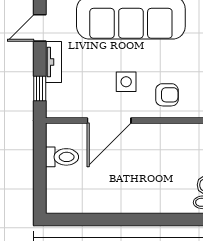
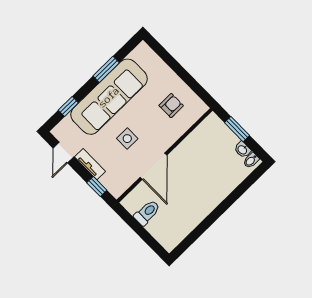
side table: (126, 82) -> (127, 139), moved
armchair: (167, 95) -> (171, 106), moved

